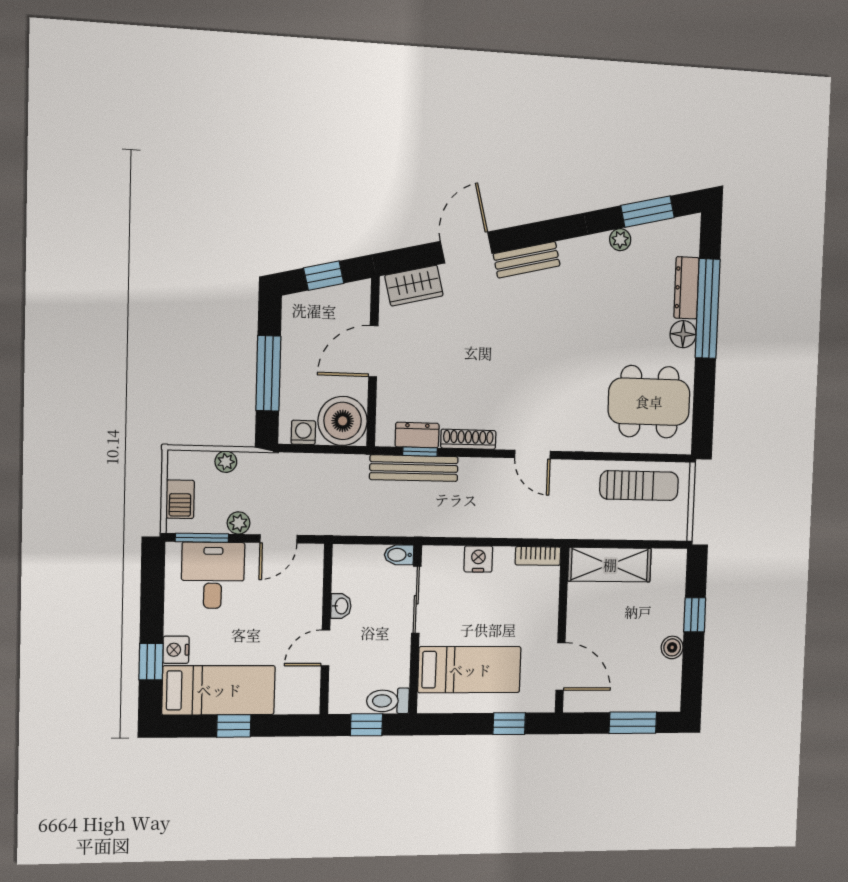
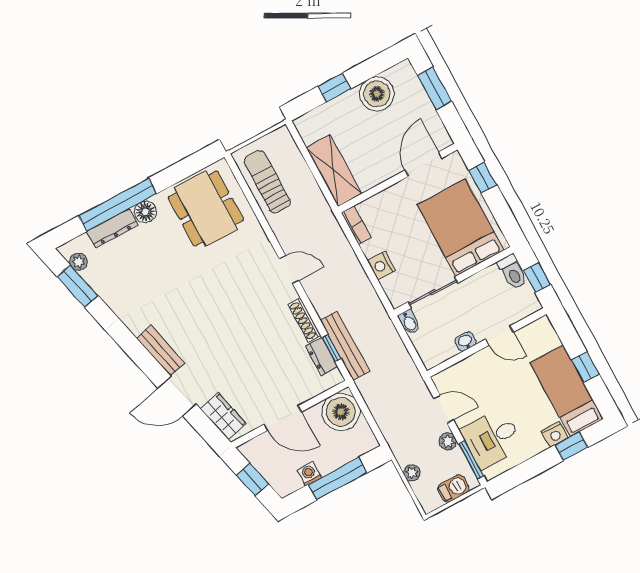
plant: (620, 240) -> (79, 262), moved
washing machine: (303, 432) -> (309, 474), moved, turned 90
door: (533, 454) -> (289, 270), hinge flipped
boiler: (672, 647) -> (377, 94), width x1.86, depth x1.86
bed: (470, 670) -> (461, 228), width x1.50

